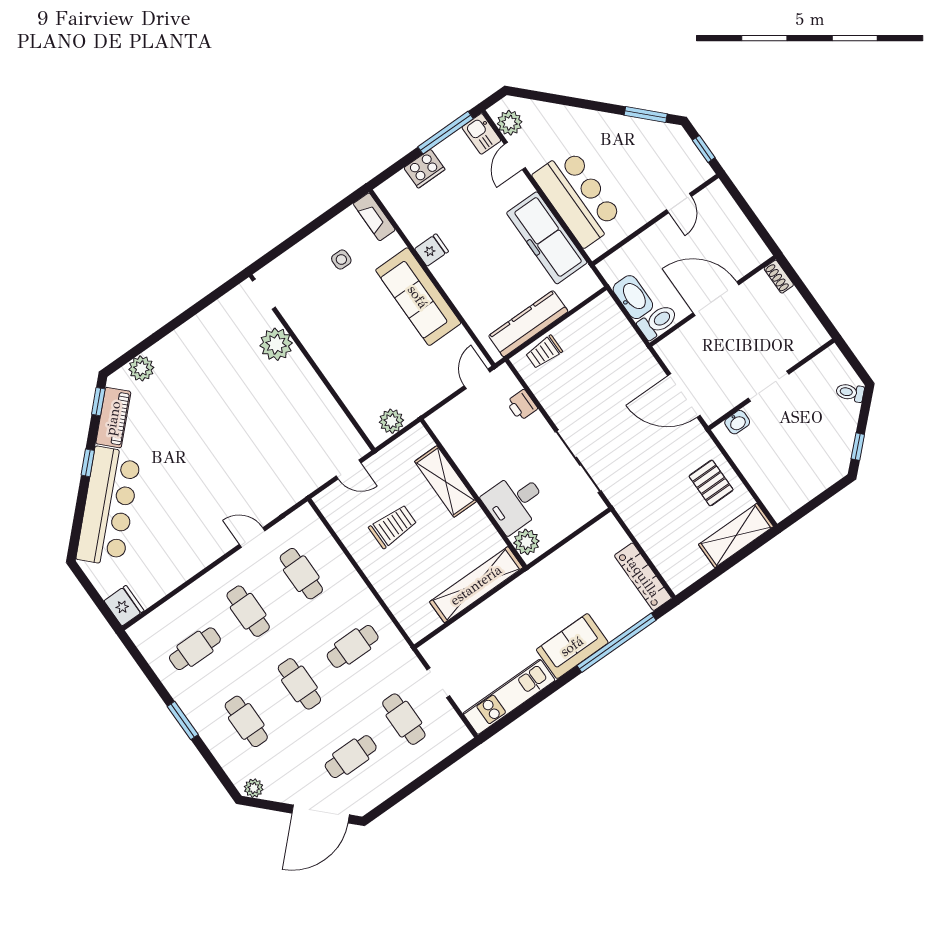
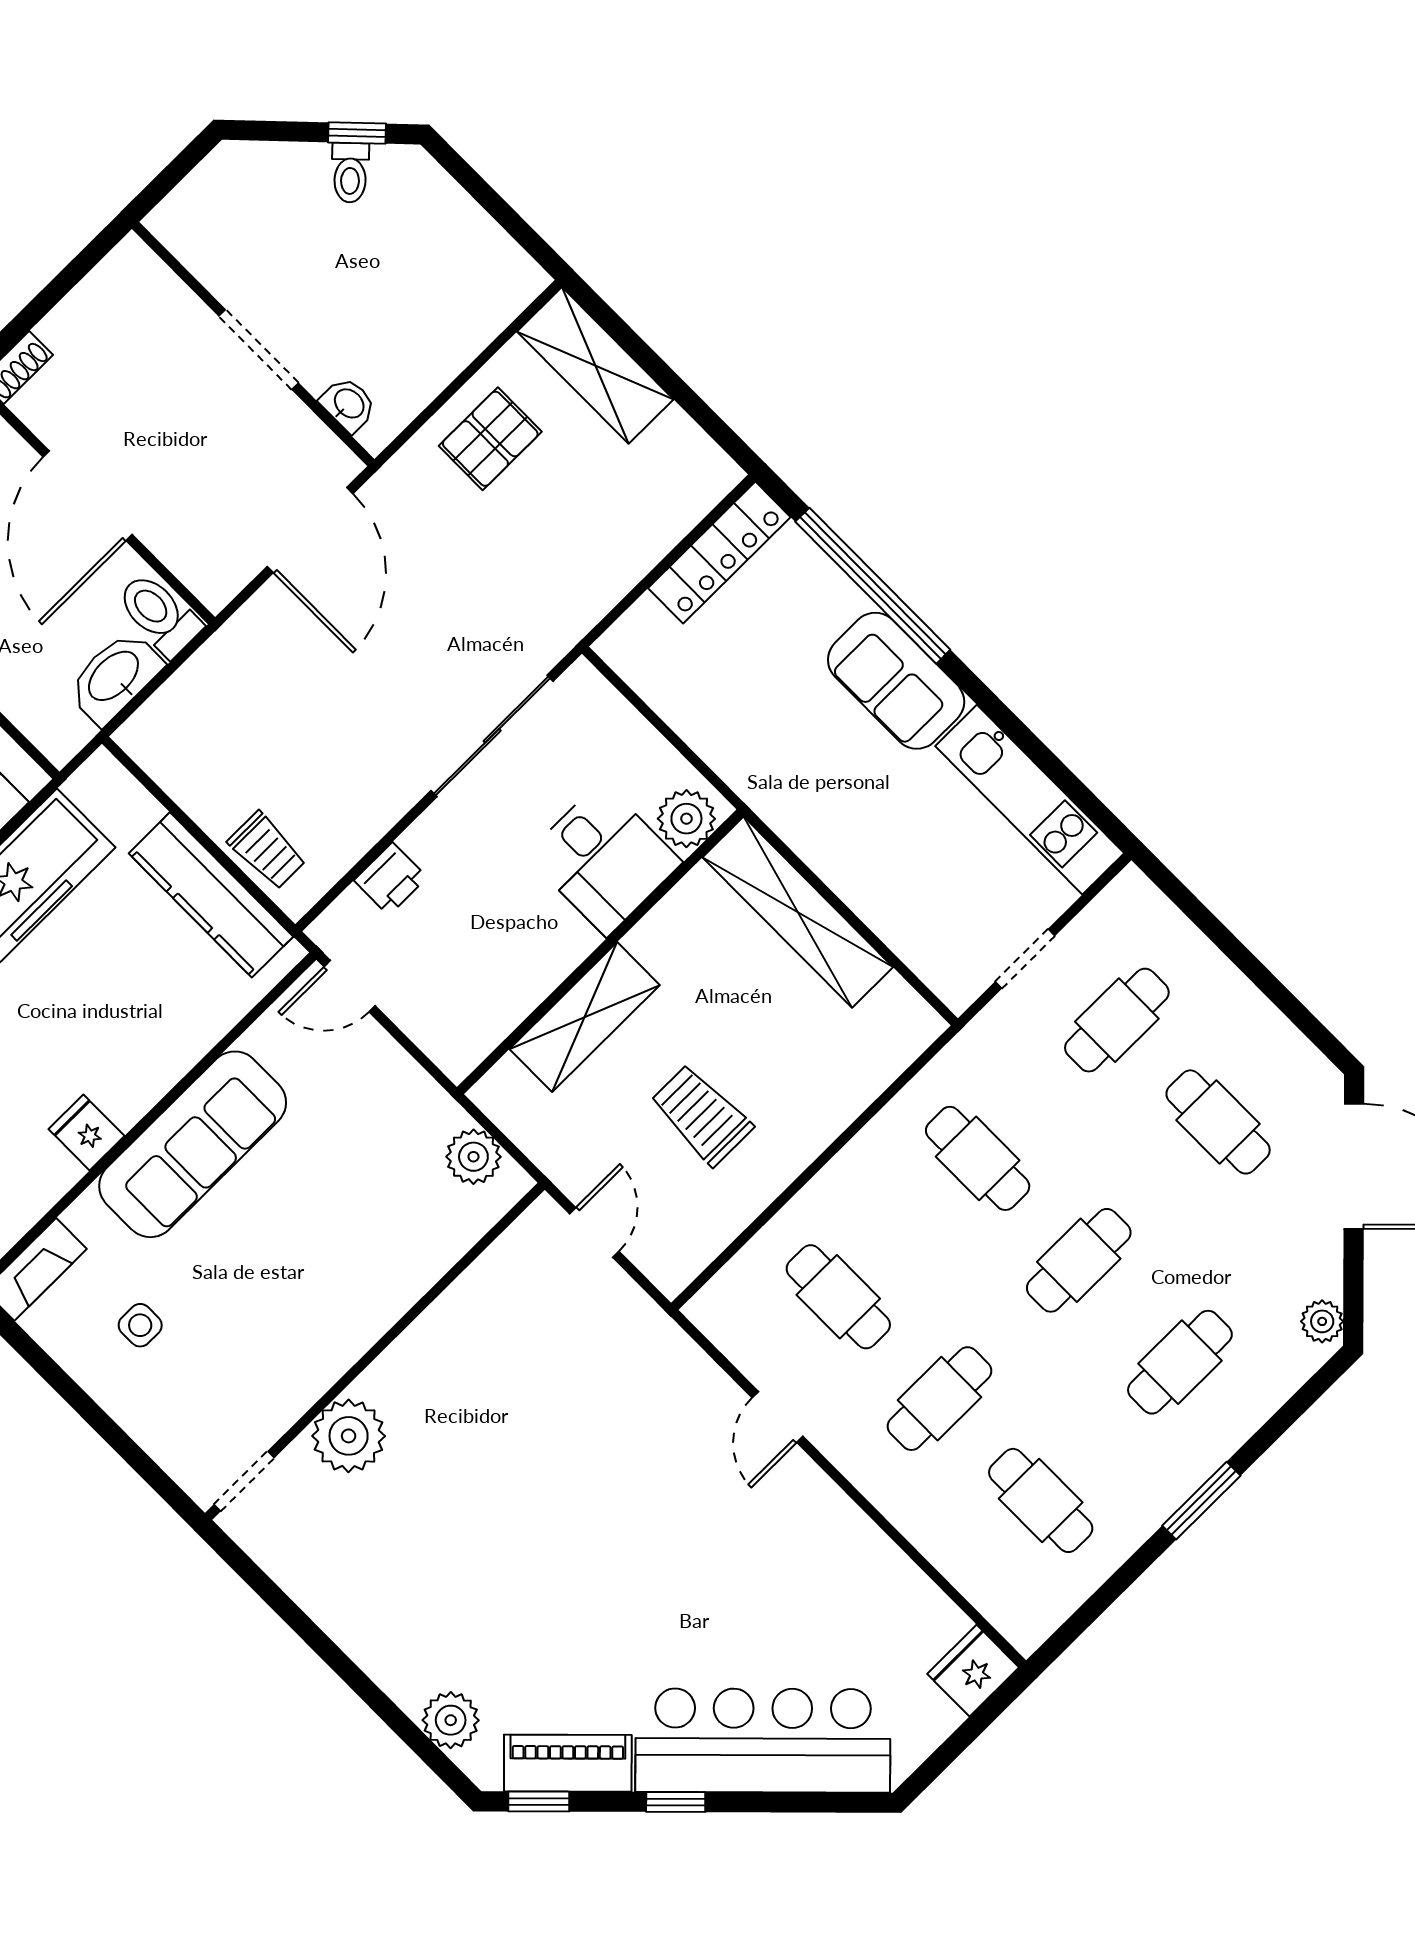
toilet: (850, 392) -> (350, 173), moved
cafe table: (301, 574) -> (838, 1297), turned 90

